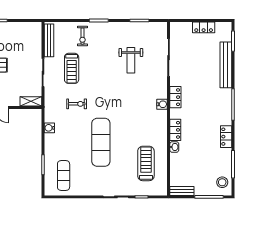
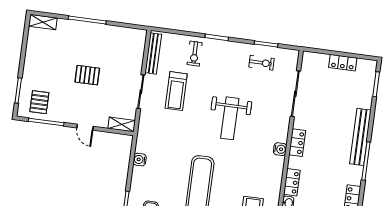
weight bench: (131, 60) -> (230, 118), moved, width x1.36, depth x1.33
bench: (226, 65) -> (360, 137), moved
exercise bike: (77, 104) -> (262, 63), moved

